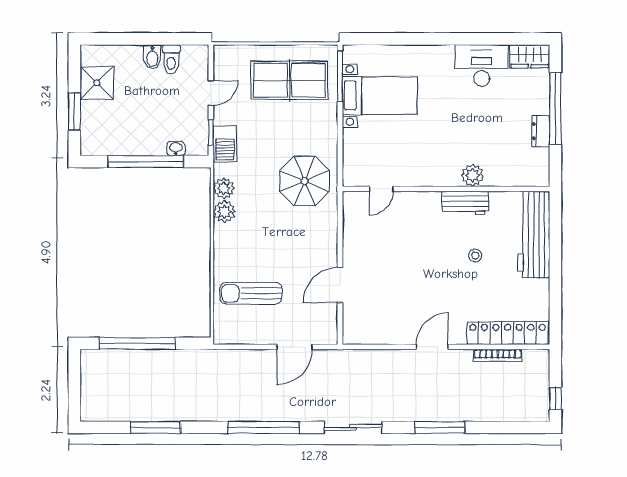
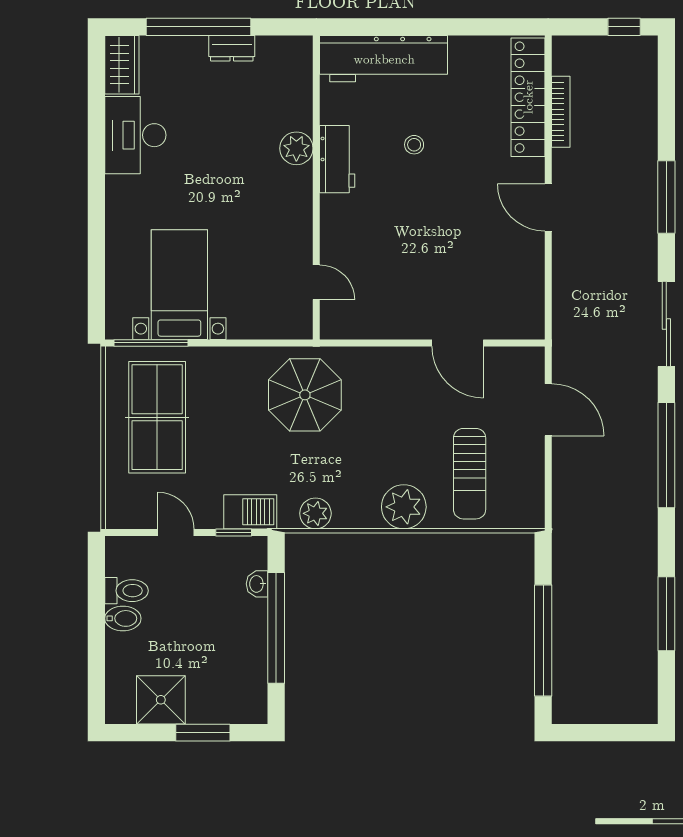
plant: (224, 211) -> (404, 507), moved, width x1.36, depth x1.36

